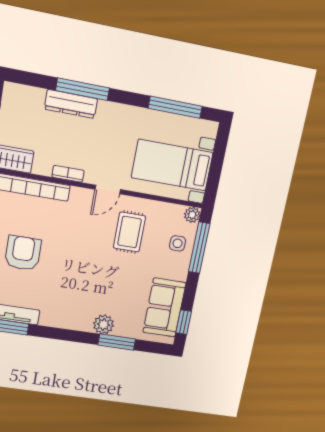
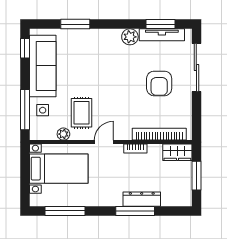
plant: (192, 215) -> (63, 134), moved
sofa: (164, 308) -> (43, 66), width x1.36
plant: (104, 324) -> (130, 37), moved

